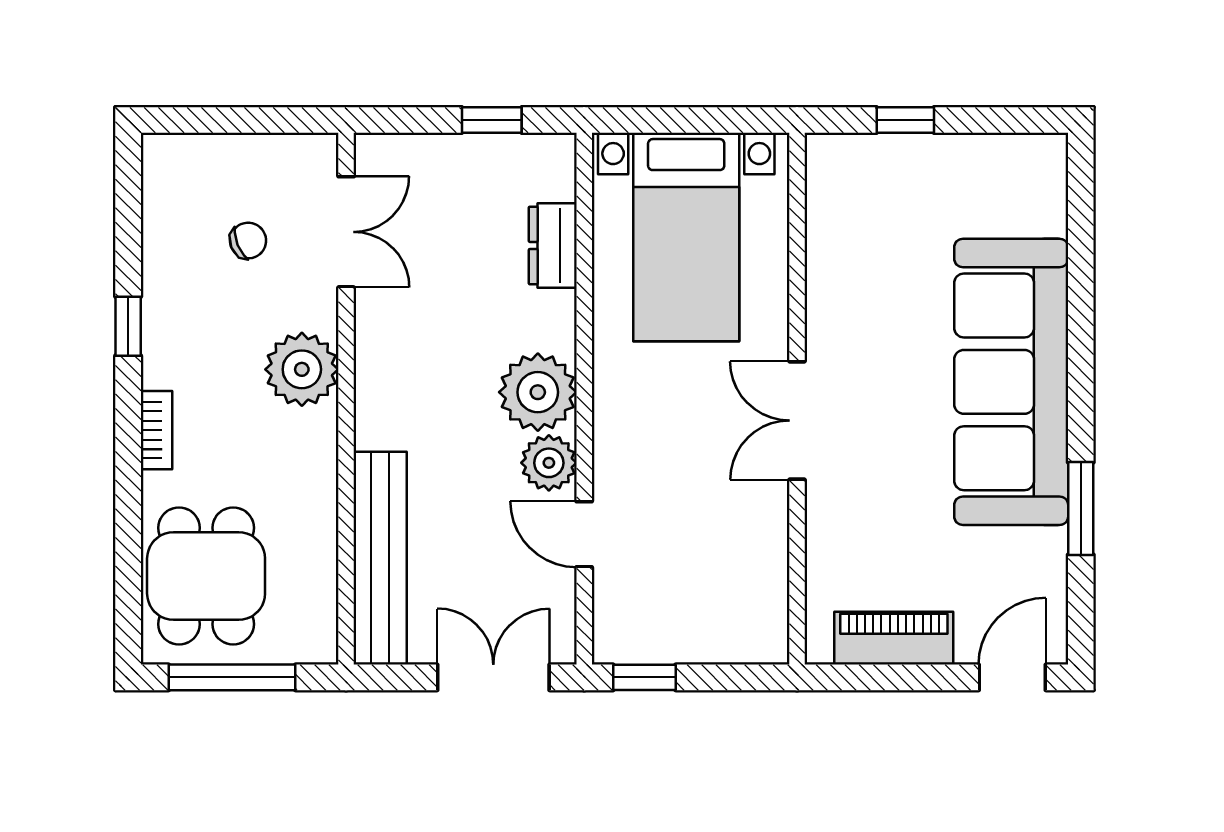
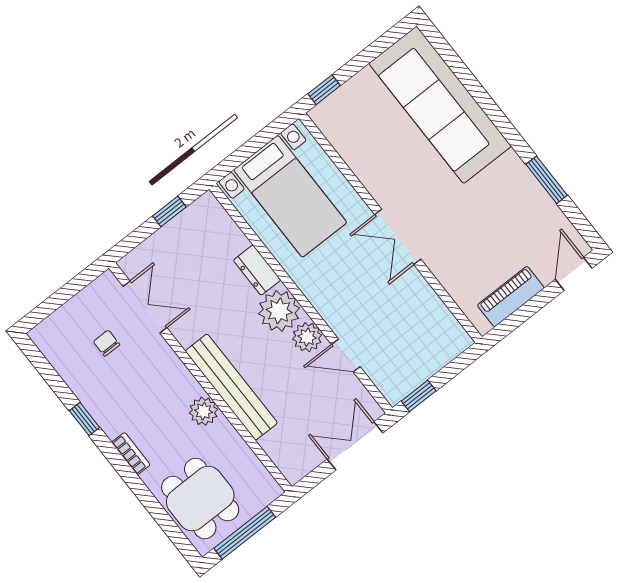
window: (905, 120) -> (324, 90), moved
chair: (248, 241) -> (107, 343), turned -68
dresser: (553, 245) -> (257, 270), moved
plant: (302, 369) -> (203, 411), moved, width x0.73, depth x0.73
sofa: (1011, 382) -> (440, 105), moved
bench: (380, 558) -> (231, 387), moved

